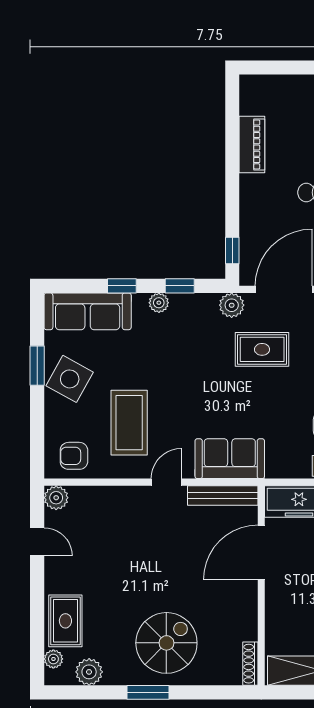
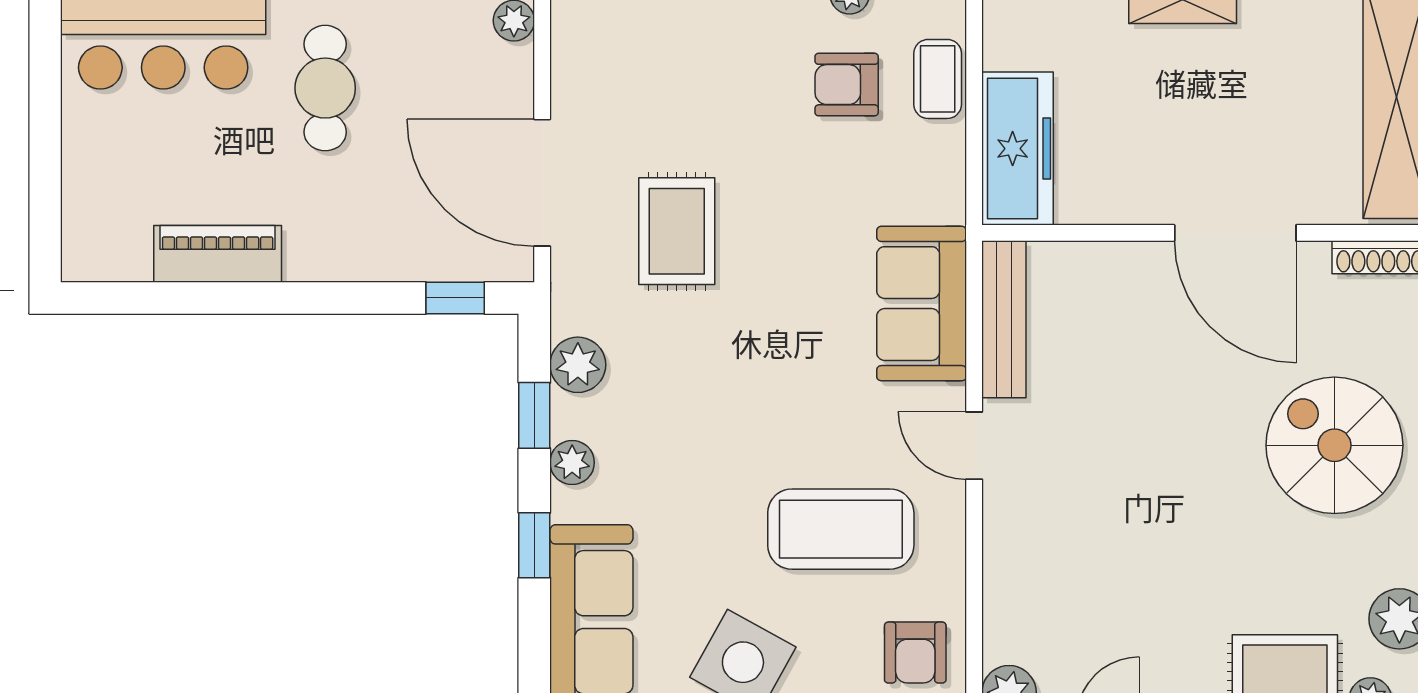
plant: (232, 305) -> (578, 365), moved
door: (261, 552) -> (1235, 233), moved

